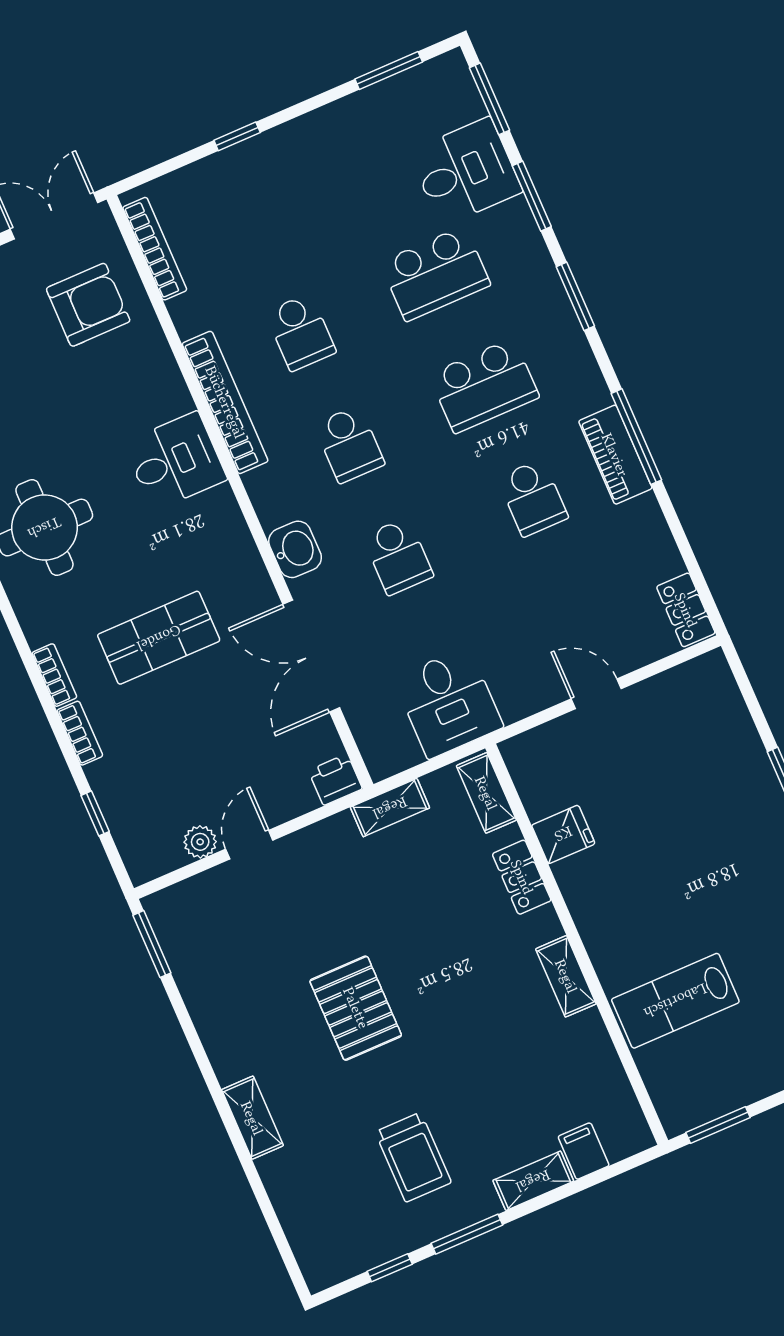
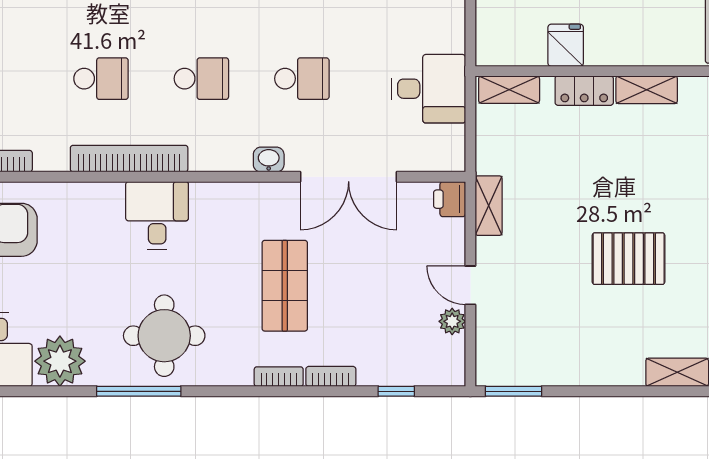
washbasin: (295, 549) -> (269, 160), width x0.72, depth x0.69
shelving: (390, 808) -> (489, 206), moved
shelving: (566, 976) -> (647, 90), moved

